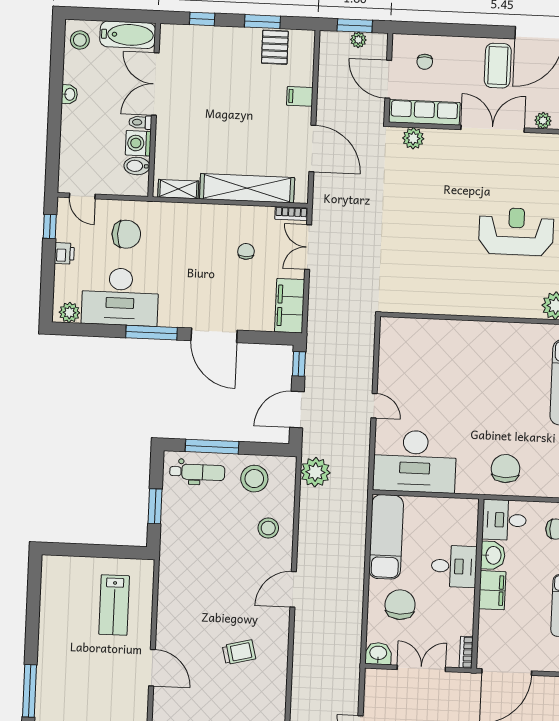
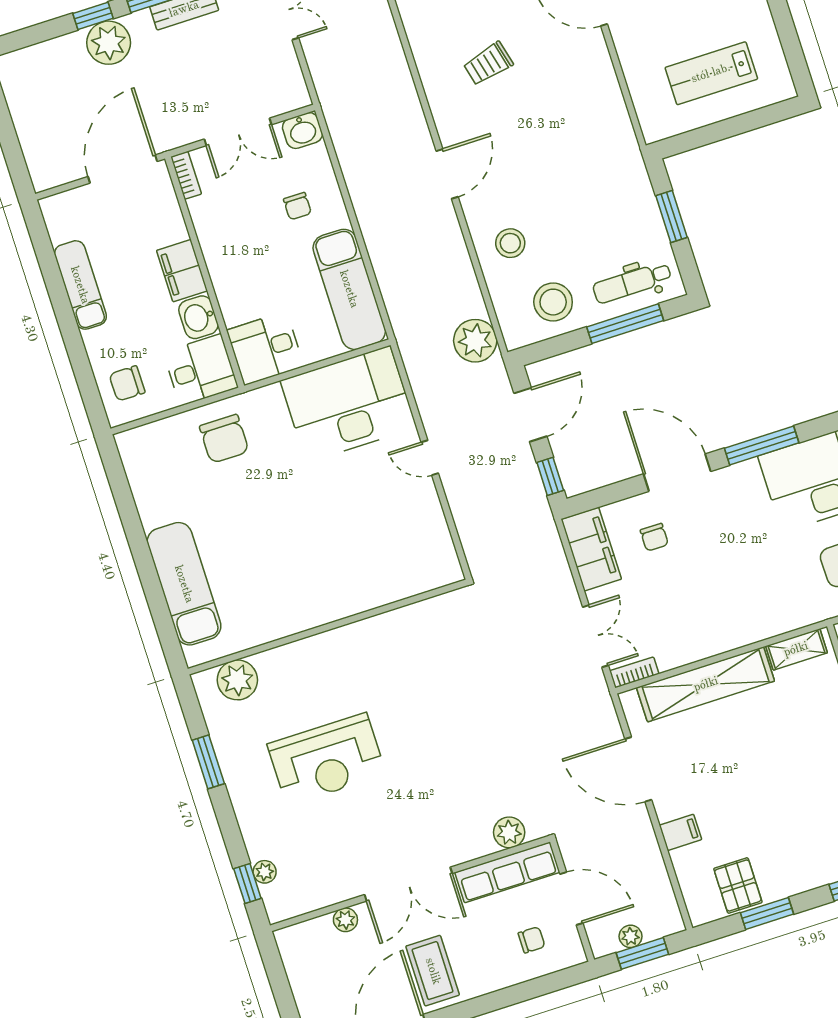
chair: (425, 62) -> (532, 940), turned 90
chair: (246, 251) -> (654, 537), moved
desk: (454, 566) -> (265, 348), moved
lab bench: (114, 605) -> (711, 73), moved, turned -90
chair: (400, 605) -> (297, 206), width x0.54, depth x0.54

